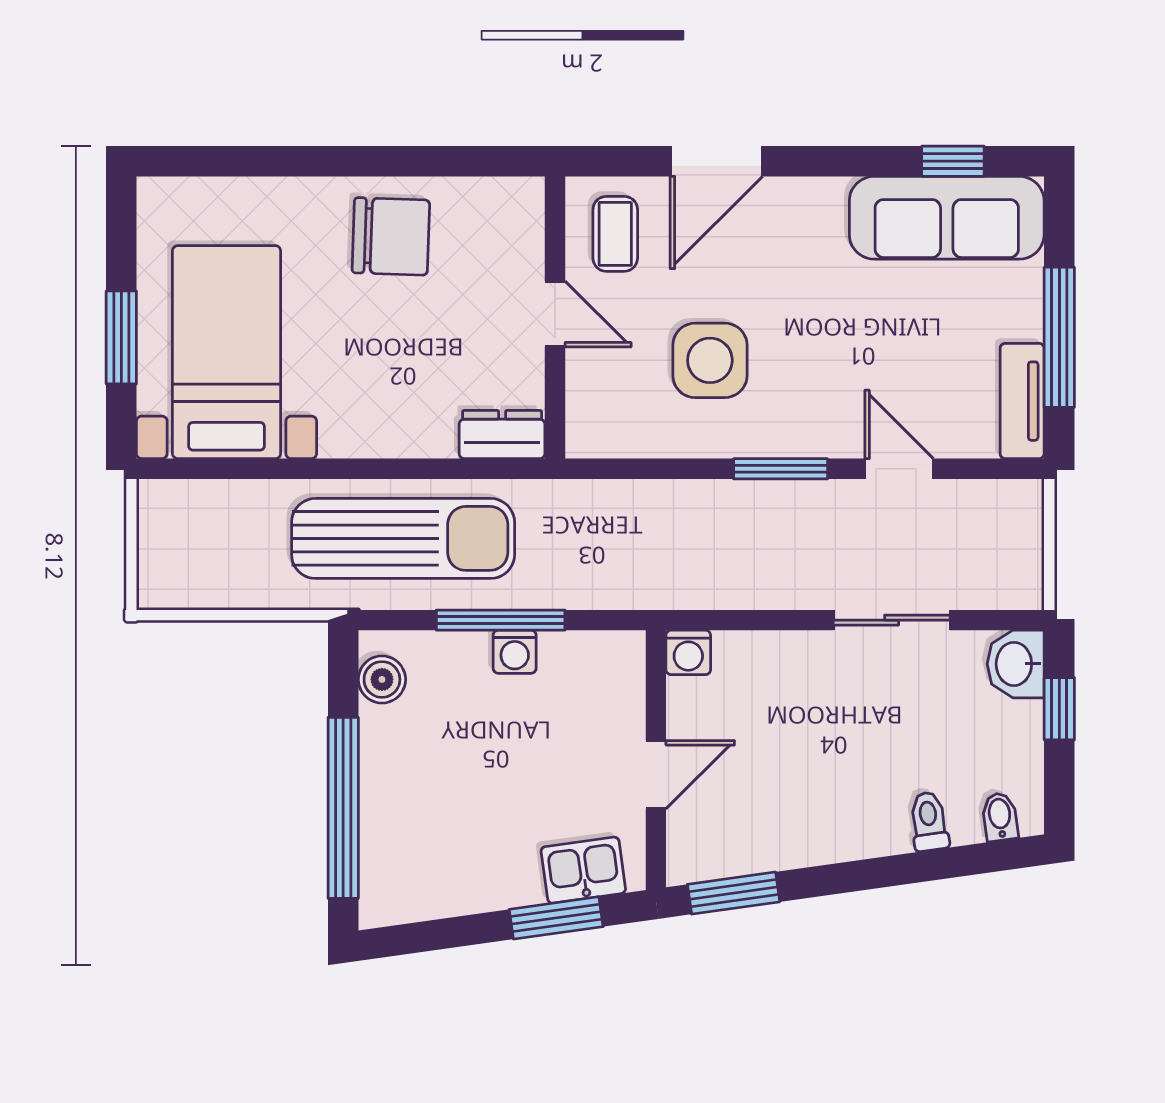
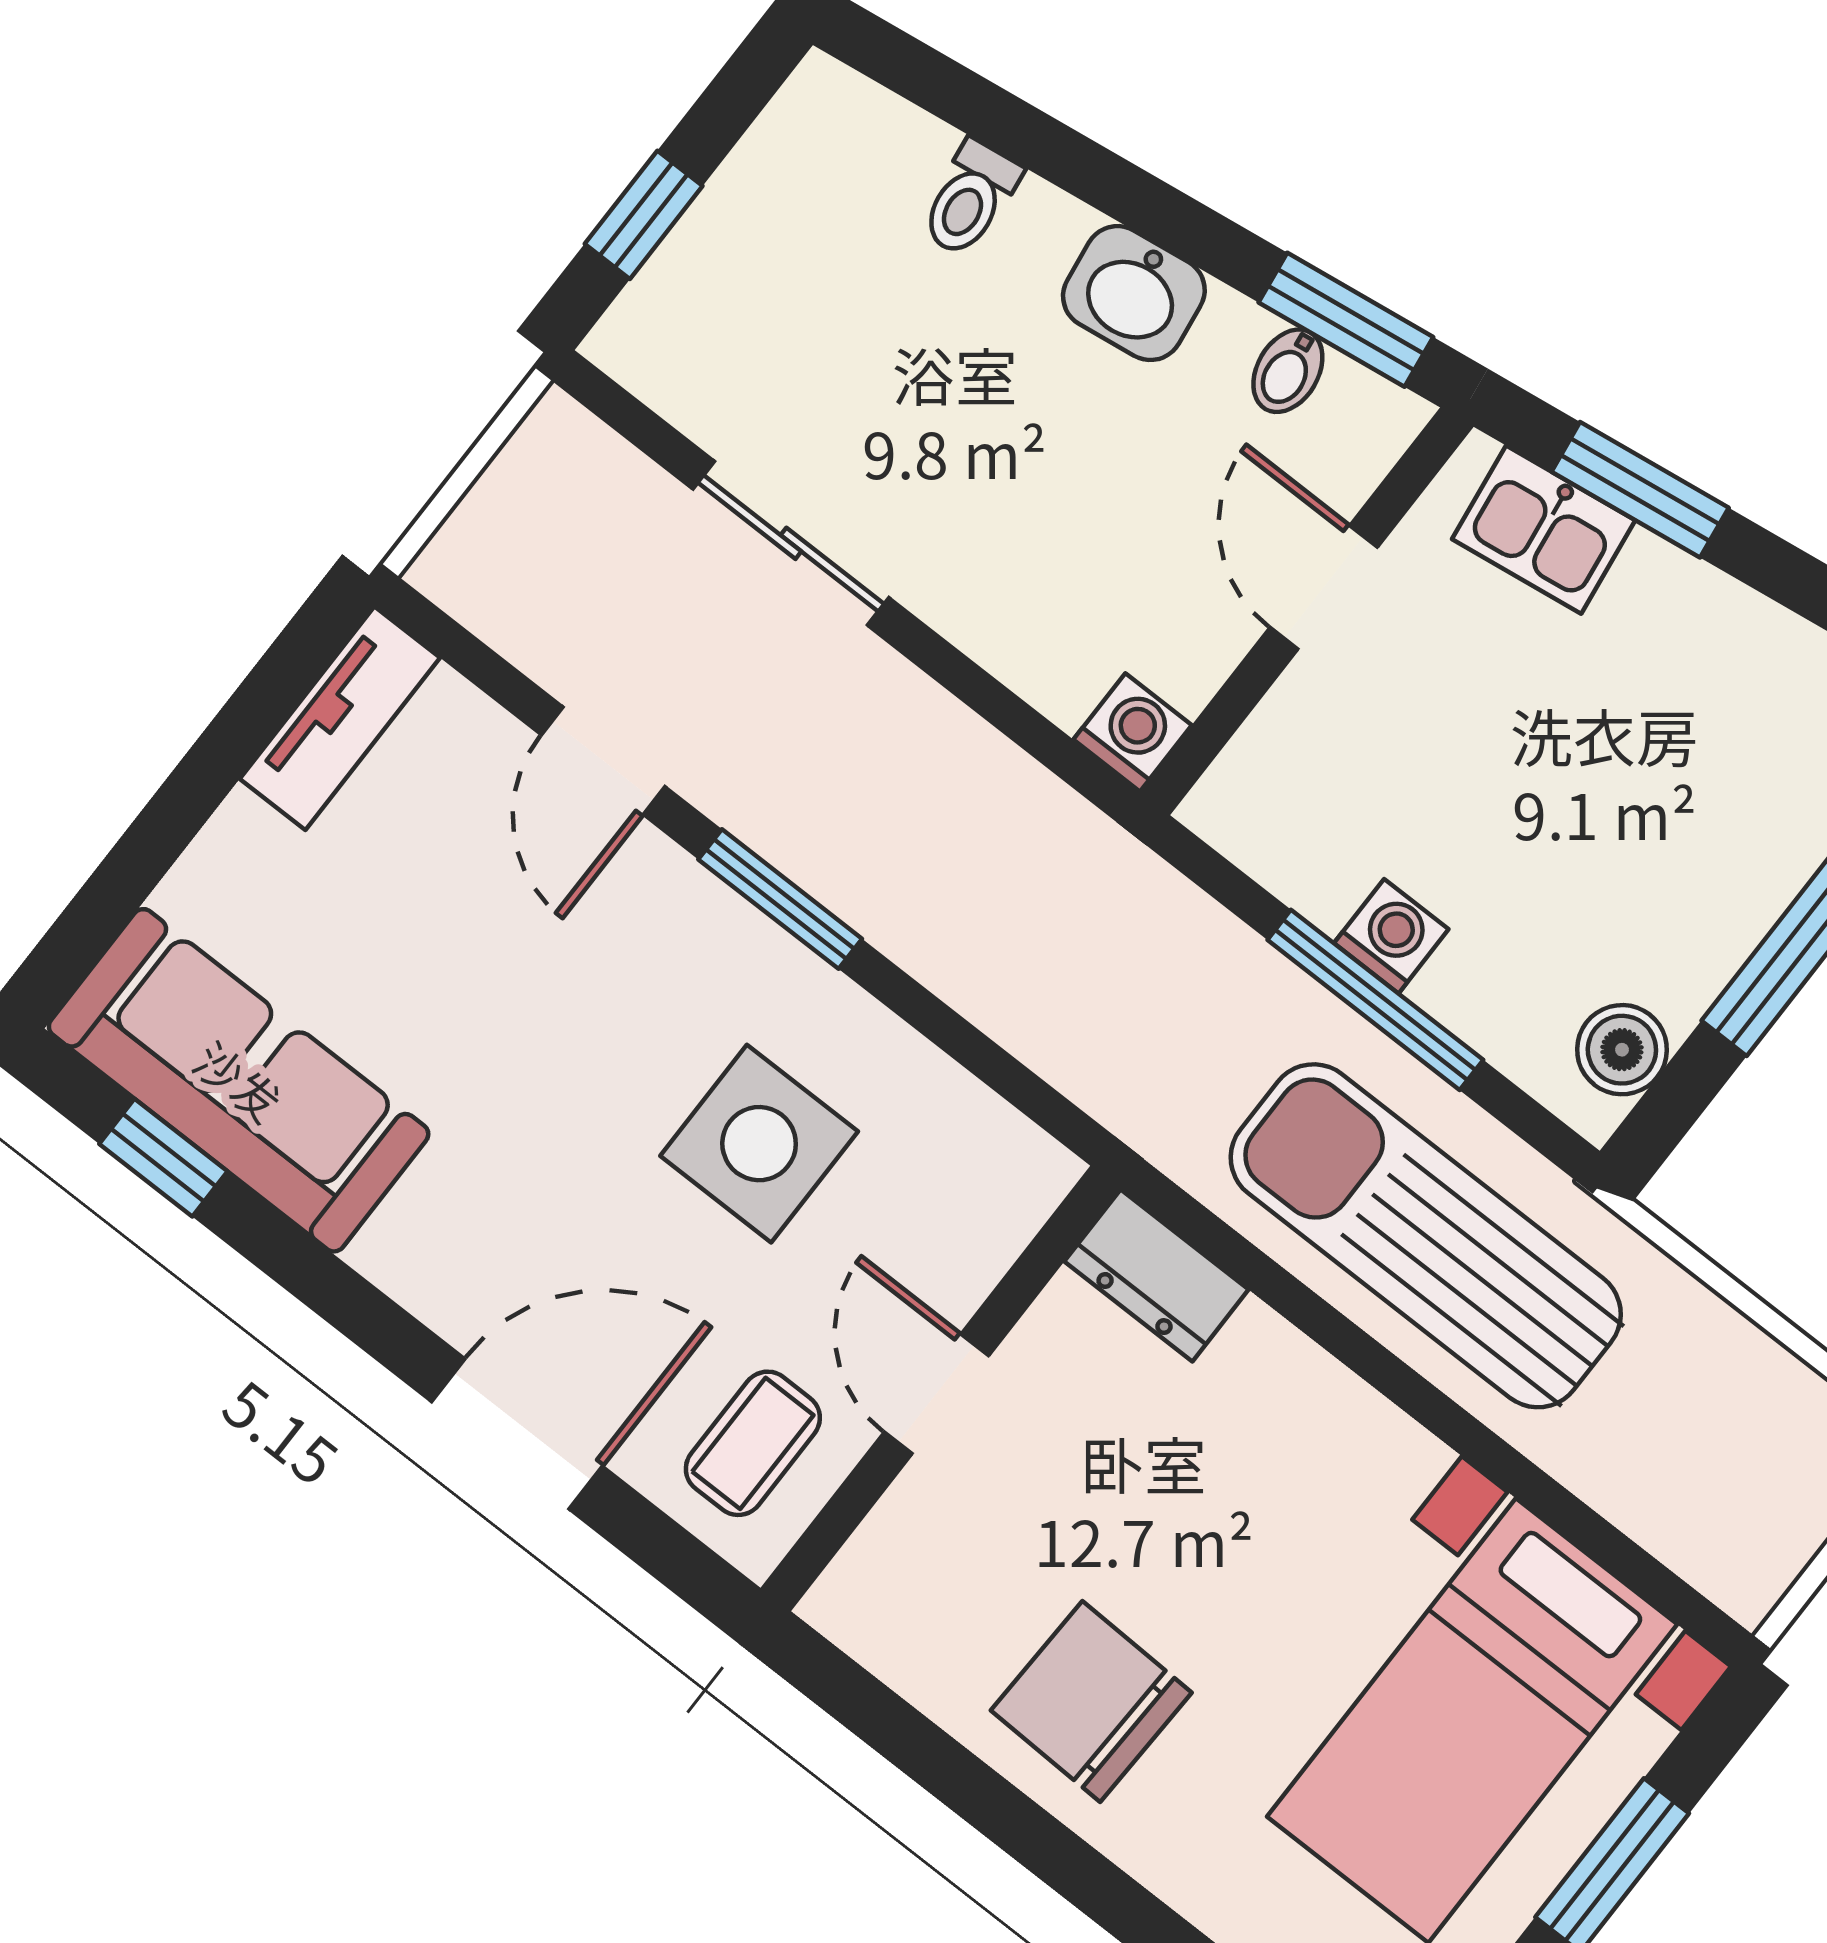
window: (1059, 337) -> (210, 770), removed
washbasin: (1016, 664) -> (1134, 293), moved, turned 82
door: (656, 775) -> (1324, 587), hinge flipped
bidet: (1000, 817) -> (1288, 371), moved

